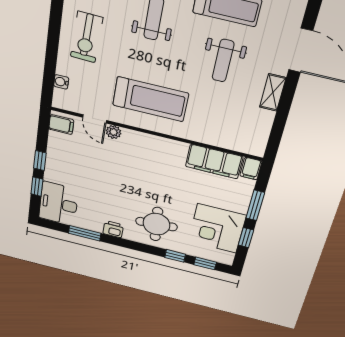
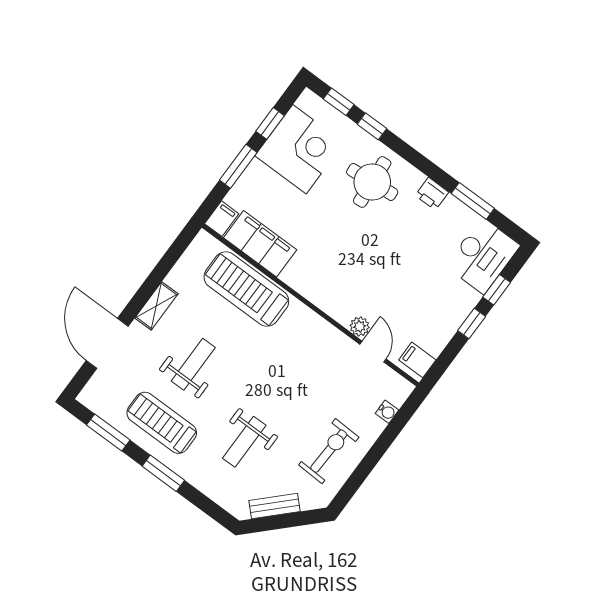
treadmill: (150, 99) -> (246, 289), moved

